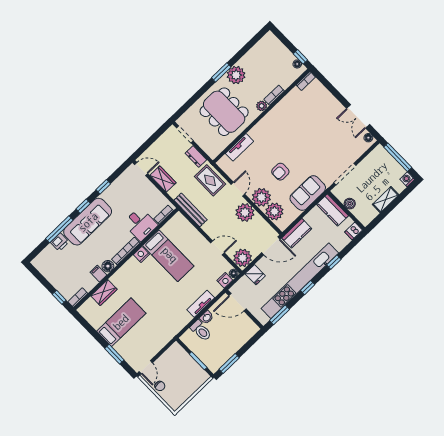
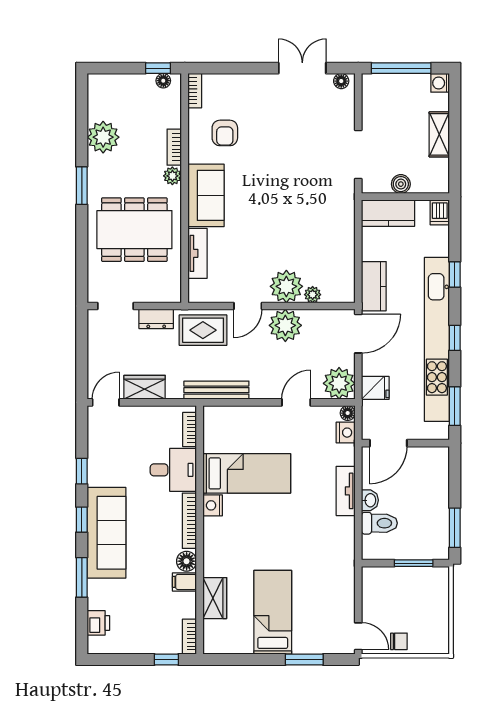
plant: (236, 75) -> (103, 137), moved
double door: (358, 116) -> (302, 68), swing flipped
armchair: (280, 172) -> (225, 133), moved
door: (238, 189) -> (248, 306), swing flipped
sofa: (308, 193) -> (206, 195), moved, turned 180
plant: (274, 211) -> (313, 295), width x0.53, depth x0.53
window: (59, 229) -> (82, 577), width x0.69
printer: (60, 242) -> (98, 623), moved

